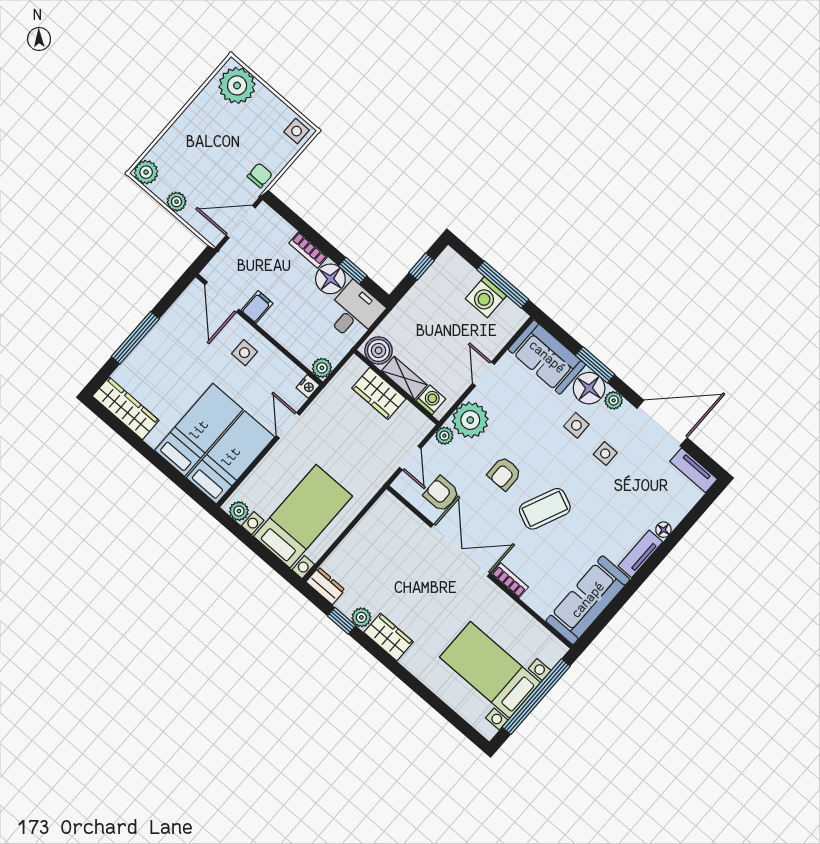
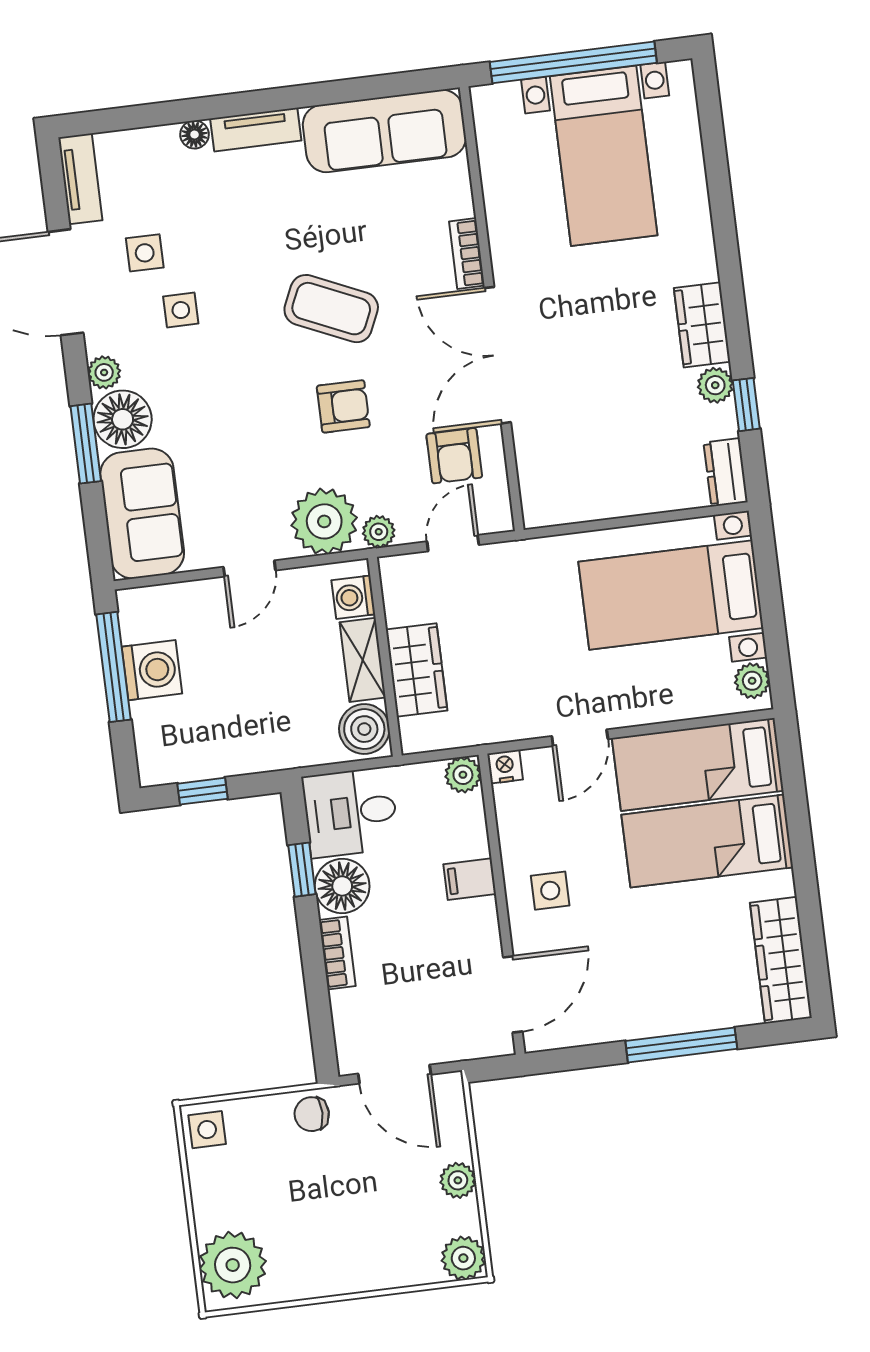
filing cabinet: (257, 307) -> (470, 879), moved
side table: (576, 425) -> (145, 253), moved

